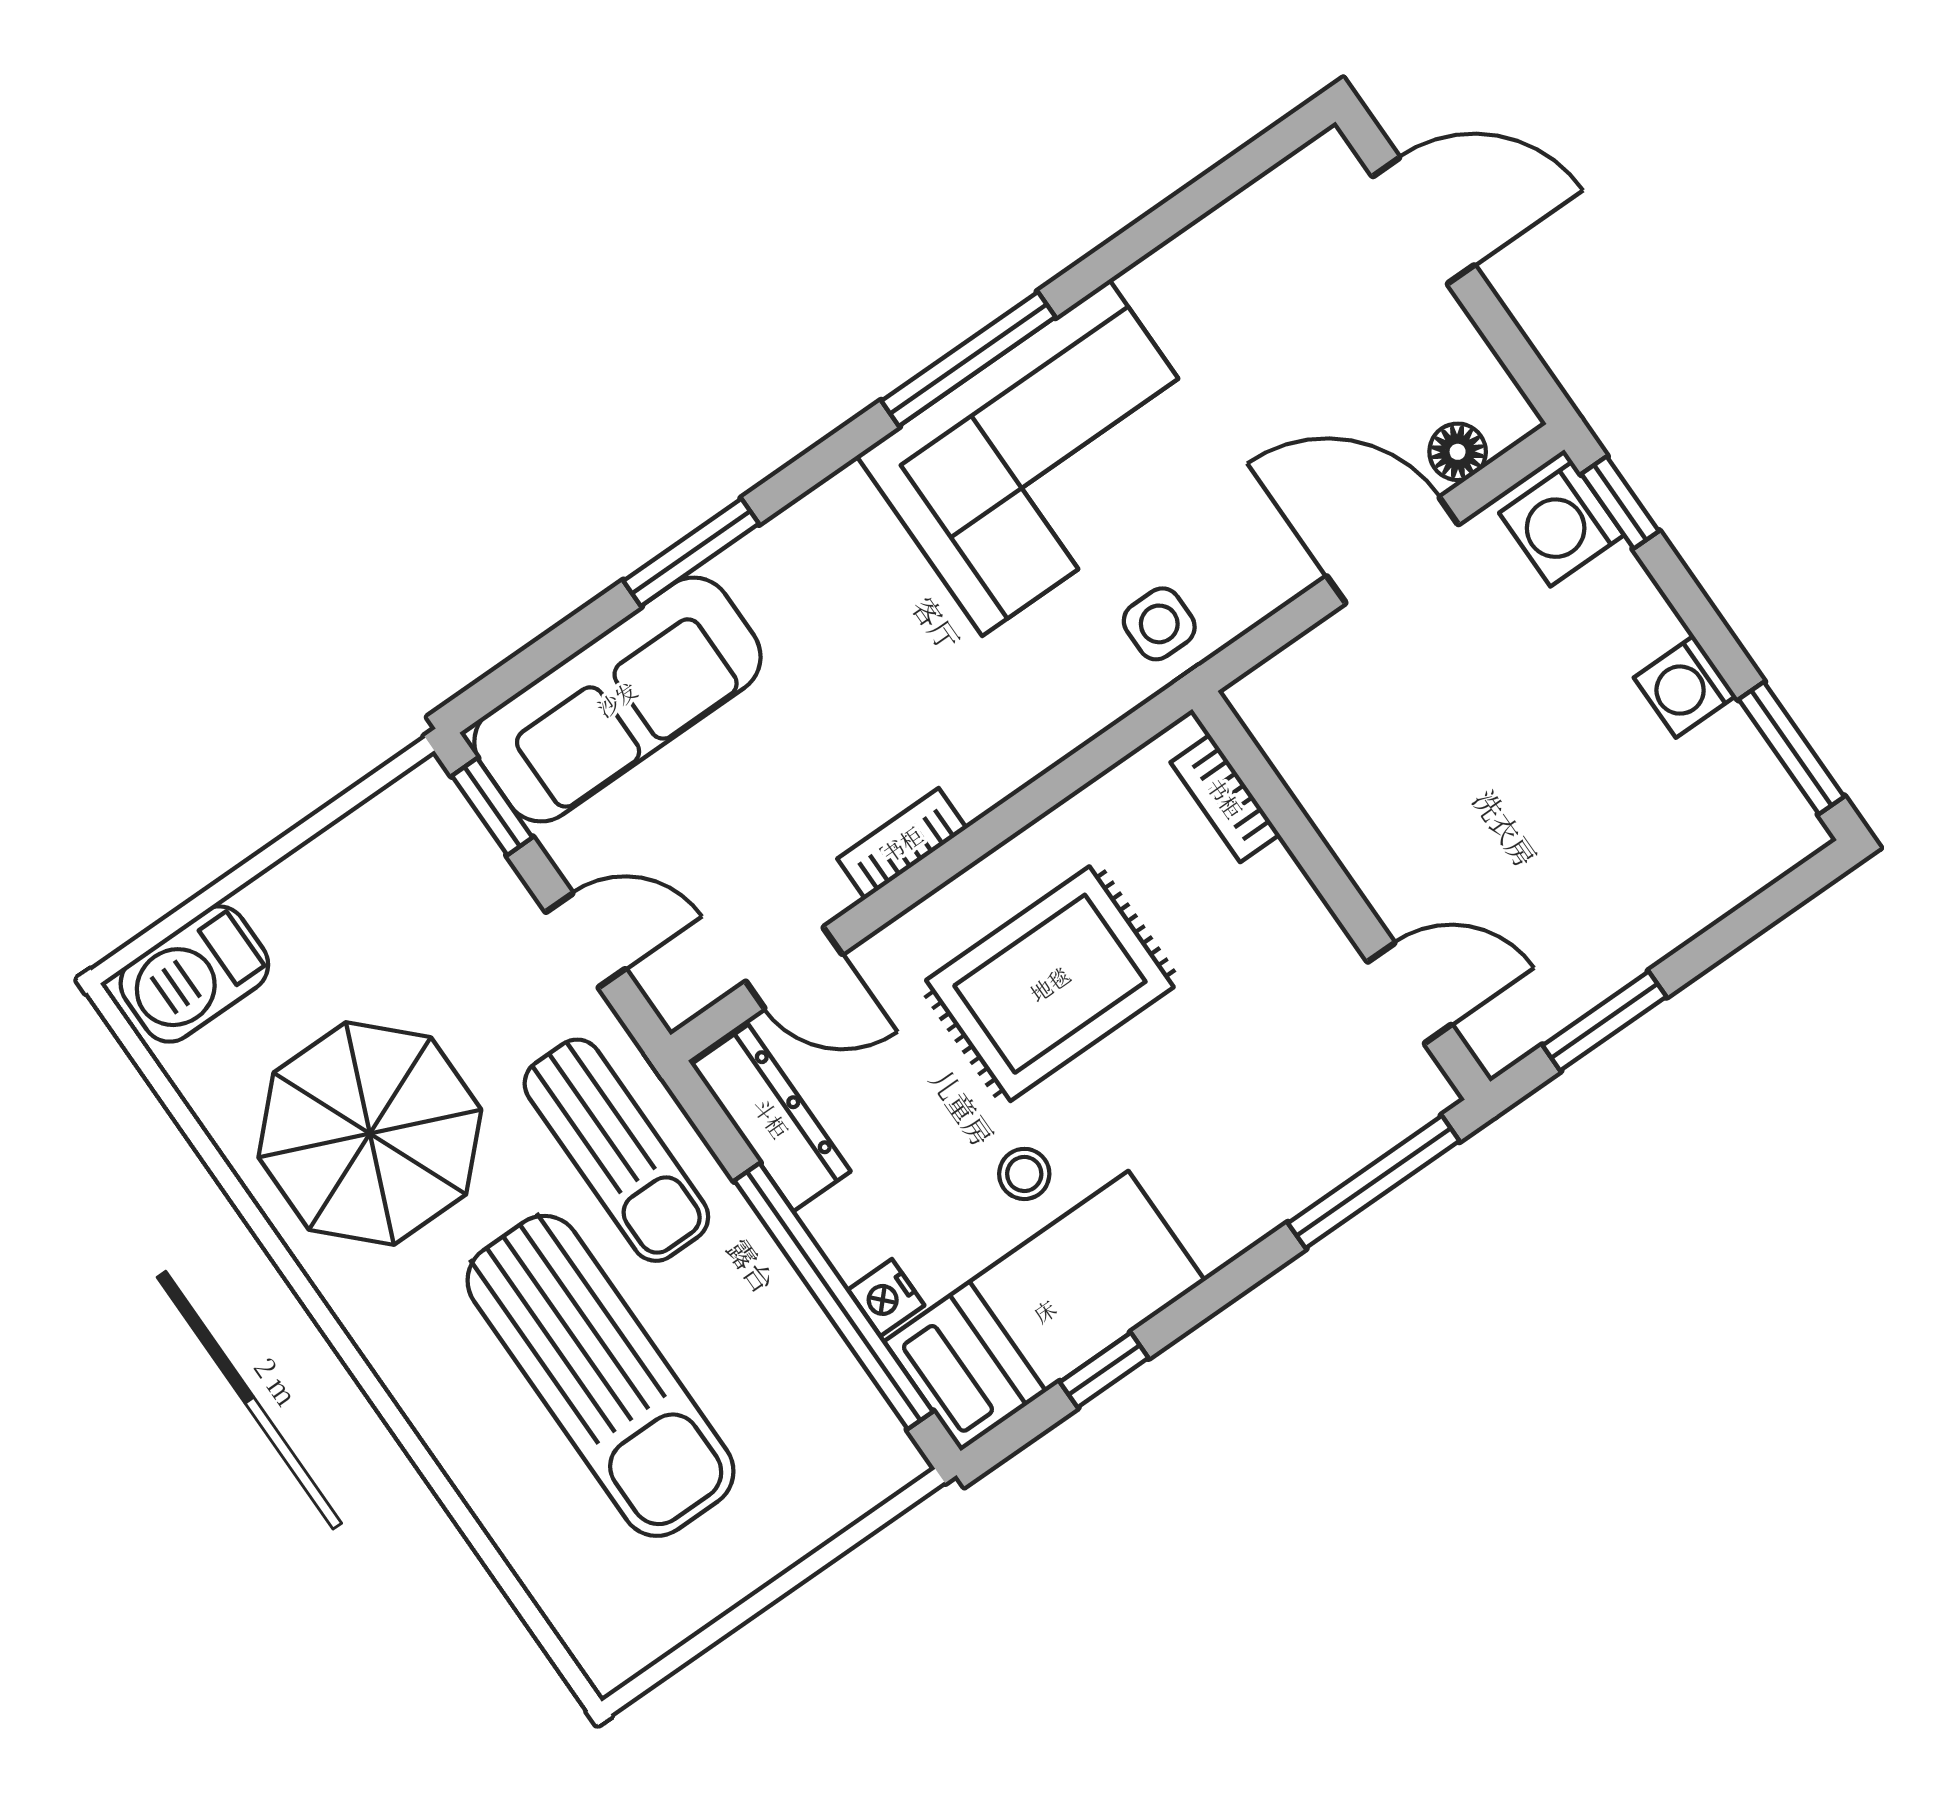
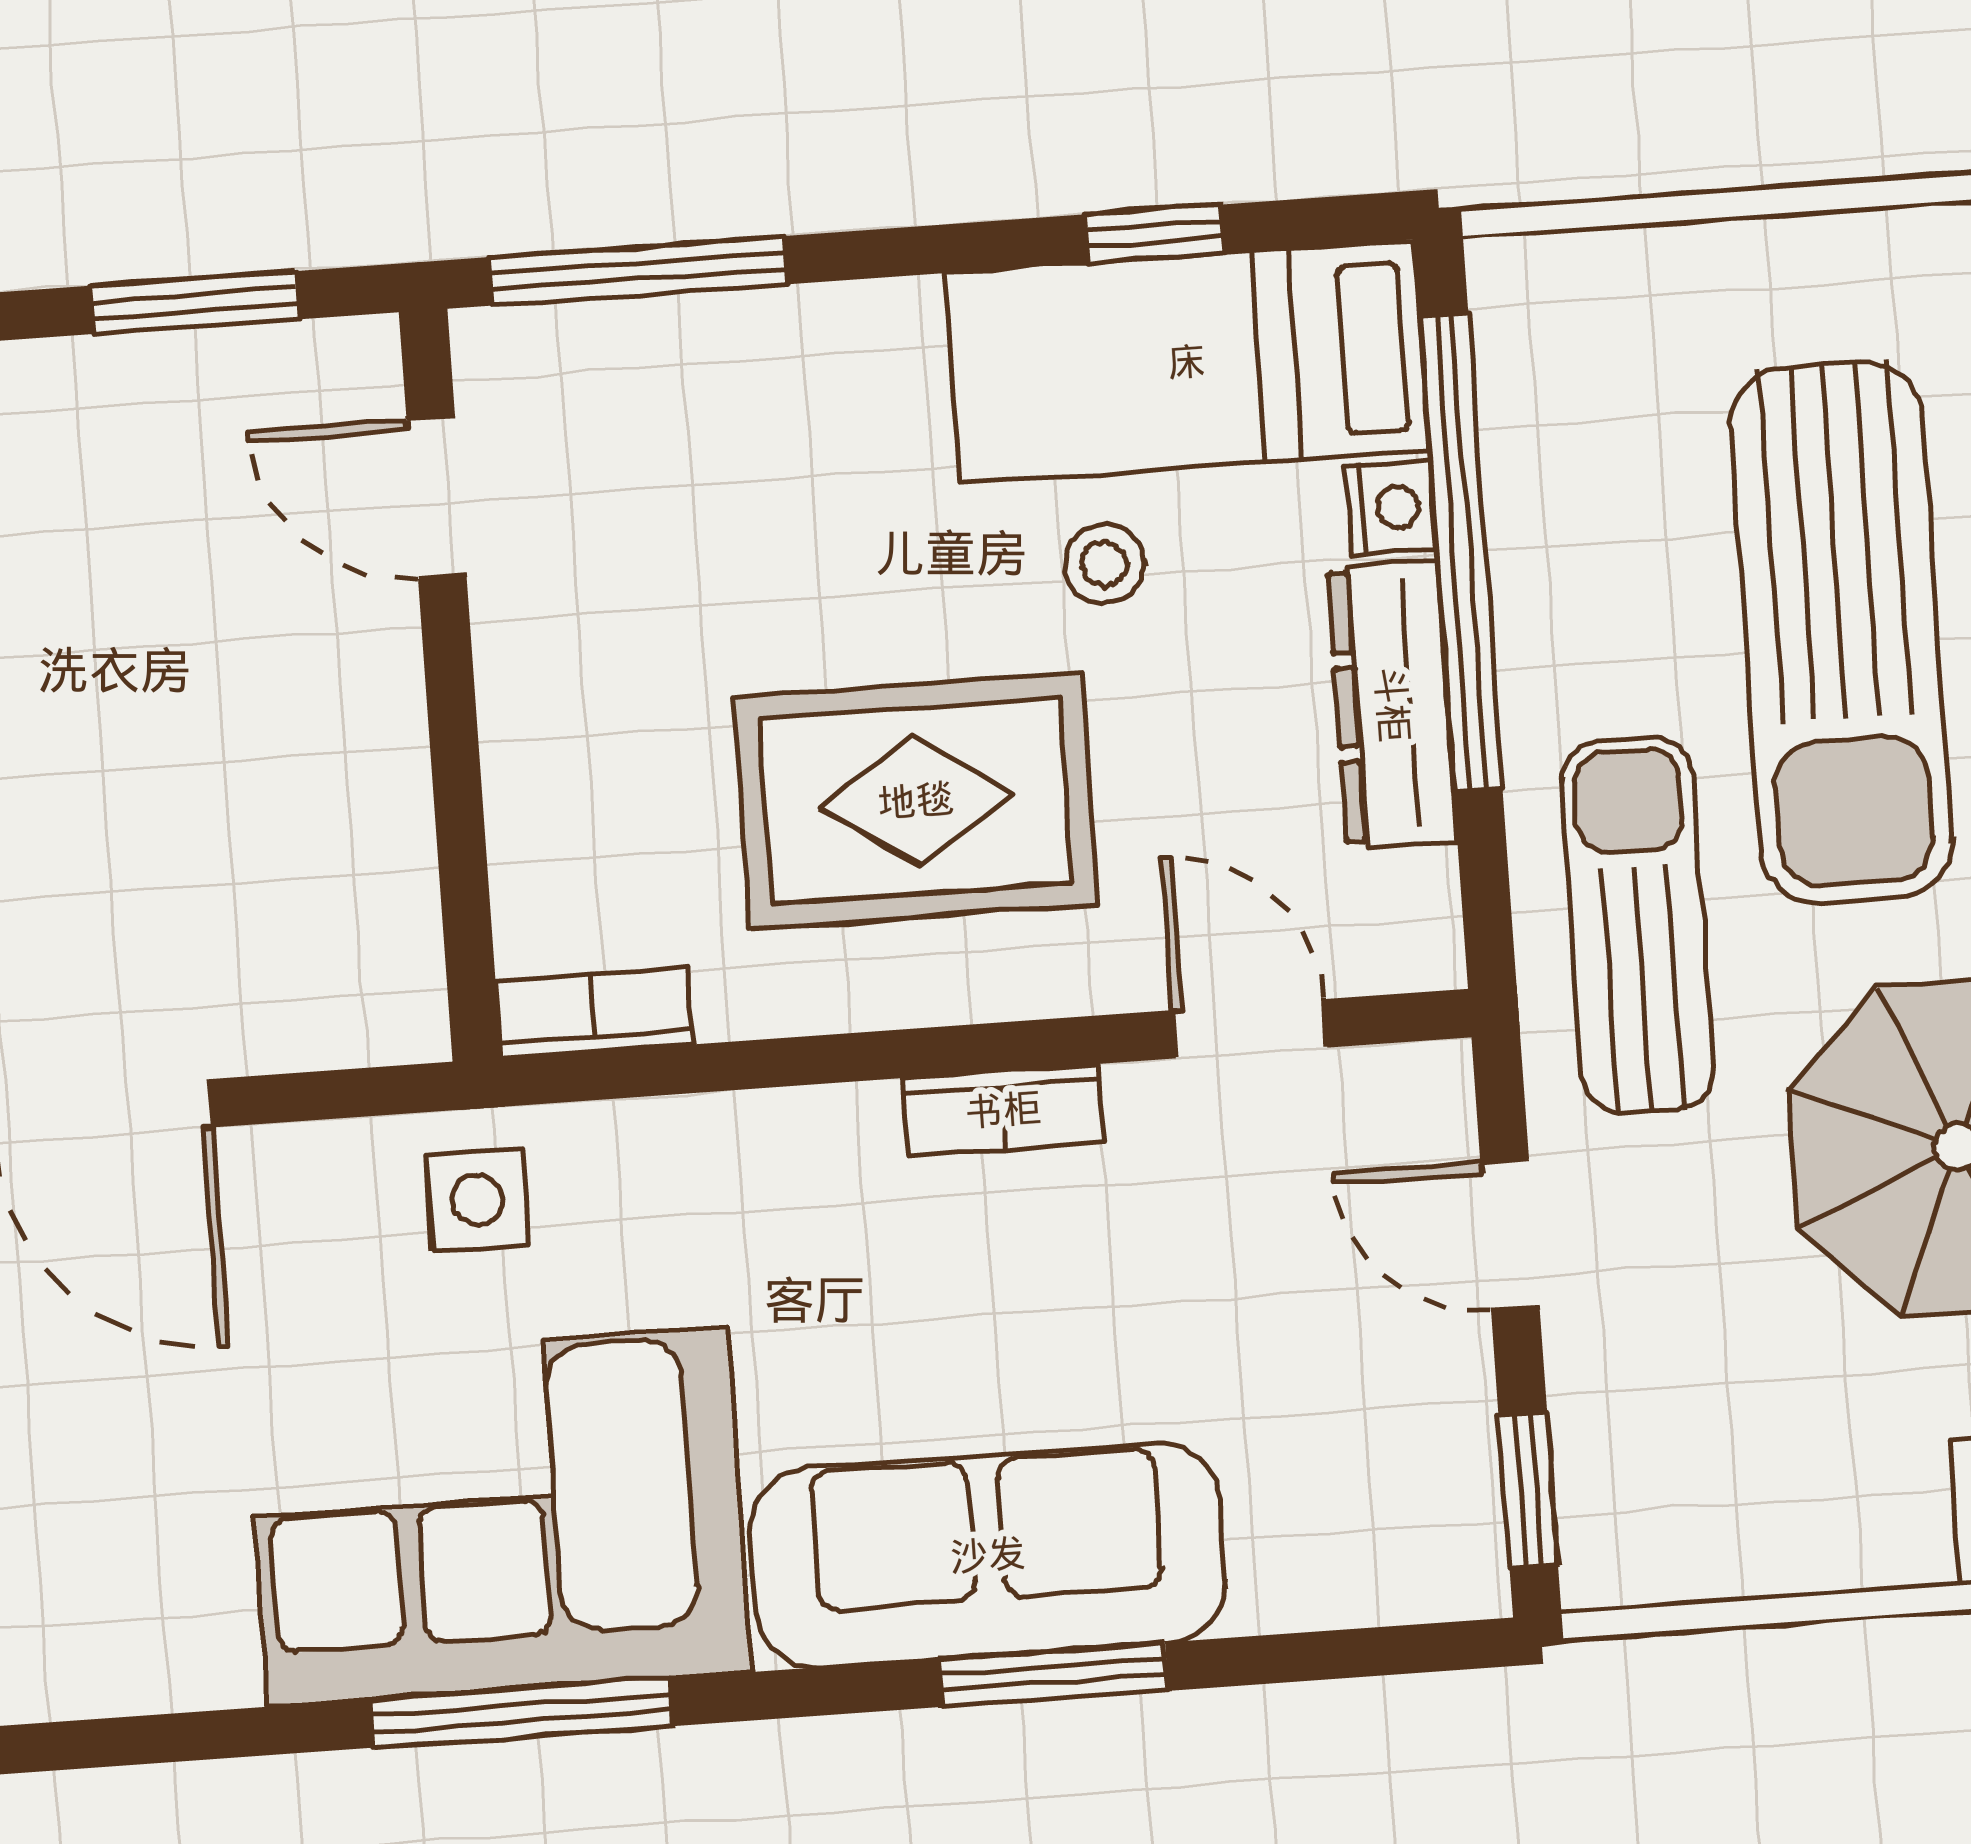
sofa: (617, 699) -> (988, 1555), moved
bookcase: (1225, 798) -> (594, 1013), moved, turned -90
dresser: (771, 1118) -> (1392, 704), moved
sun lounger: (601, 1376) -> (1841, 632), turned 180

